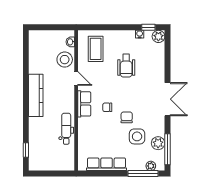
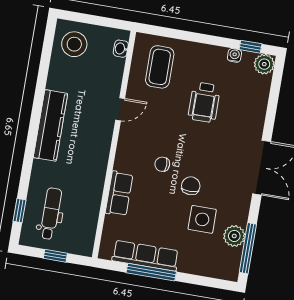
stool: (65, 60) -> (74, 44), moved
door: (76, 78) -> (120, 109), hinge flipped
row of seats: (84, 104) -> (119, 194), moved
dental chair: (66, 129) -> (51, 214), moved
plant: (151, 166) -> (216, 271), removed
window: (52, 174) -> (55, 256), added
window: (143, 174) -> (151, 272), moved

